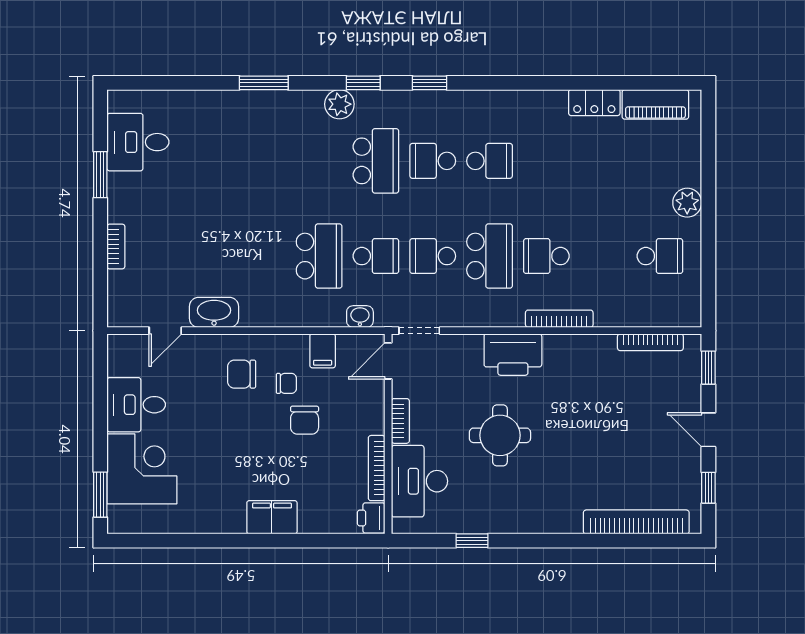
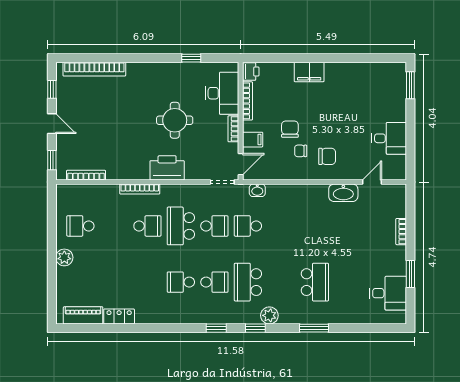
school desk: (319, 256) -> (315, 282), moved, turned 180
filing cabinet: (323, 351) -> (253, 140), moved, turned 90
corner desk: (142, 469) -> (386, 100), removed

